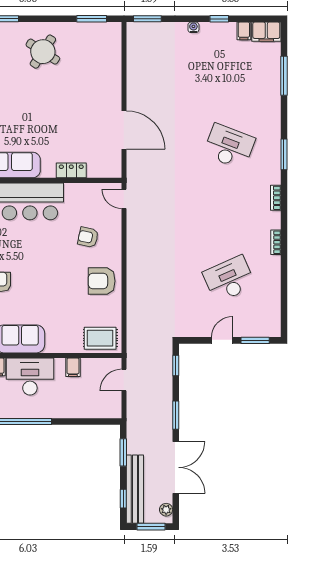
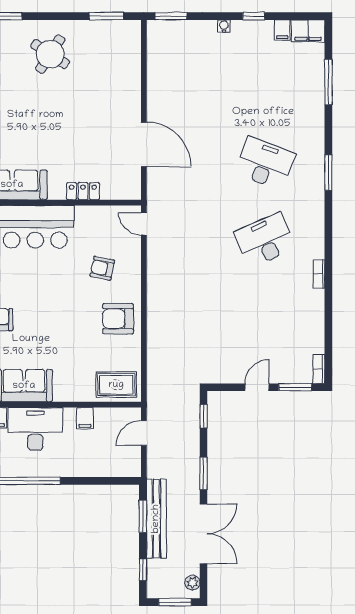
bookcase: (276, 198) -> (319, 369), moved
desk: (229, 279) -> (265, 240), moved
bench: (135, 489) -> (156, 519), moved

